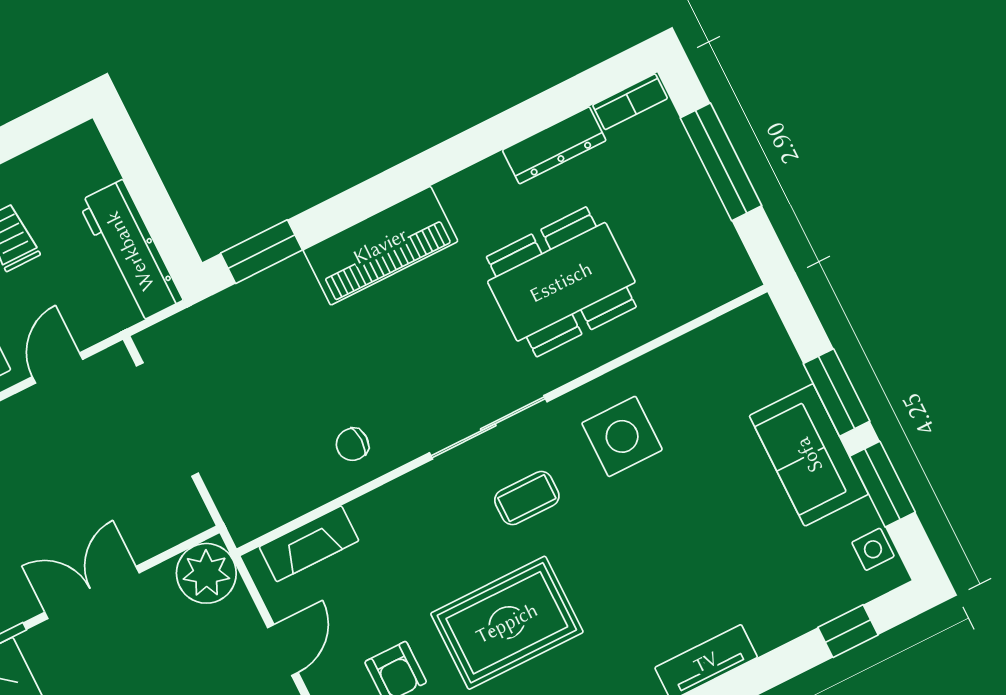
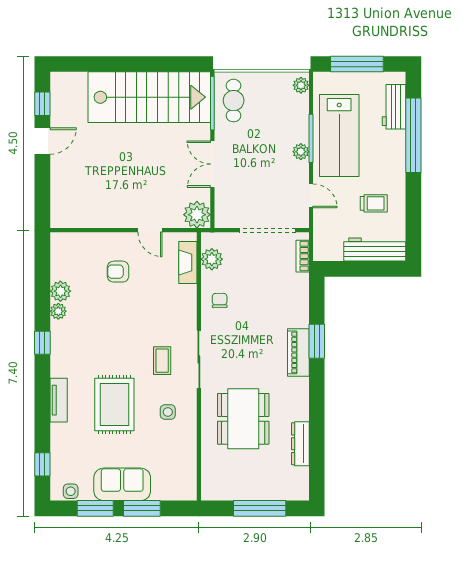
bookcase: (630, 102) -> (303, 256), moved
piano: (380, 246) -> (298, 352), width x0.73, depth x0.75
workbench: (130, 251) -> (375, 249), moved
window: (261, 252) -> (317, 341), moved
side table: (622, 436) -> (168, 412), width x0.54, depth x0.54
plant: (279, 500) -> (212, 259), added
double door: (92, 592) -> (212, 164), swing flipped
rug: (507, 623) -> (114, 405), moved

